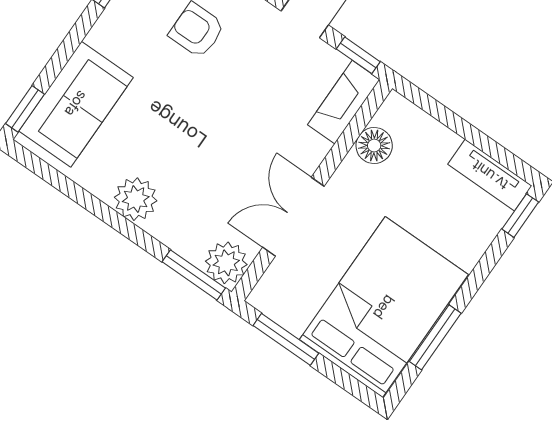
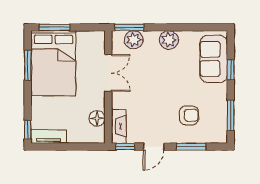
window: (25, 109) -> (231, 70), moved
plant: (226, 263) -> (134, 40), moved
window: (286, 339) -> (55, 27), moved

